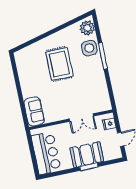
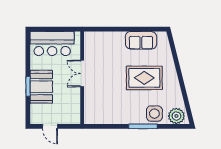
sofa: (34, 111) -> (141, 40), moved
double door: (81, 117) -> (82, 74), moved
fridge: (109, 124) -> (69, 118), removed

